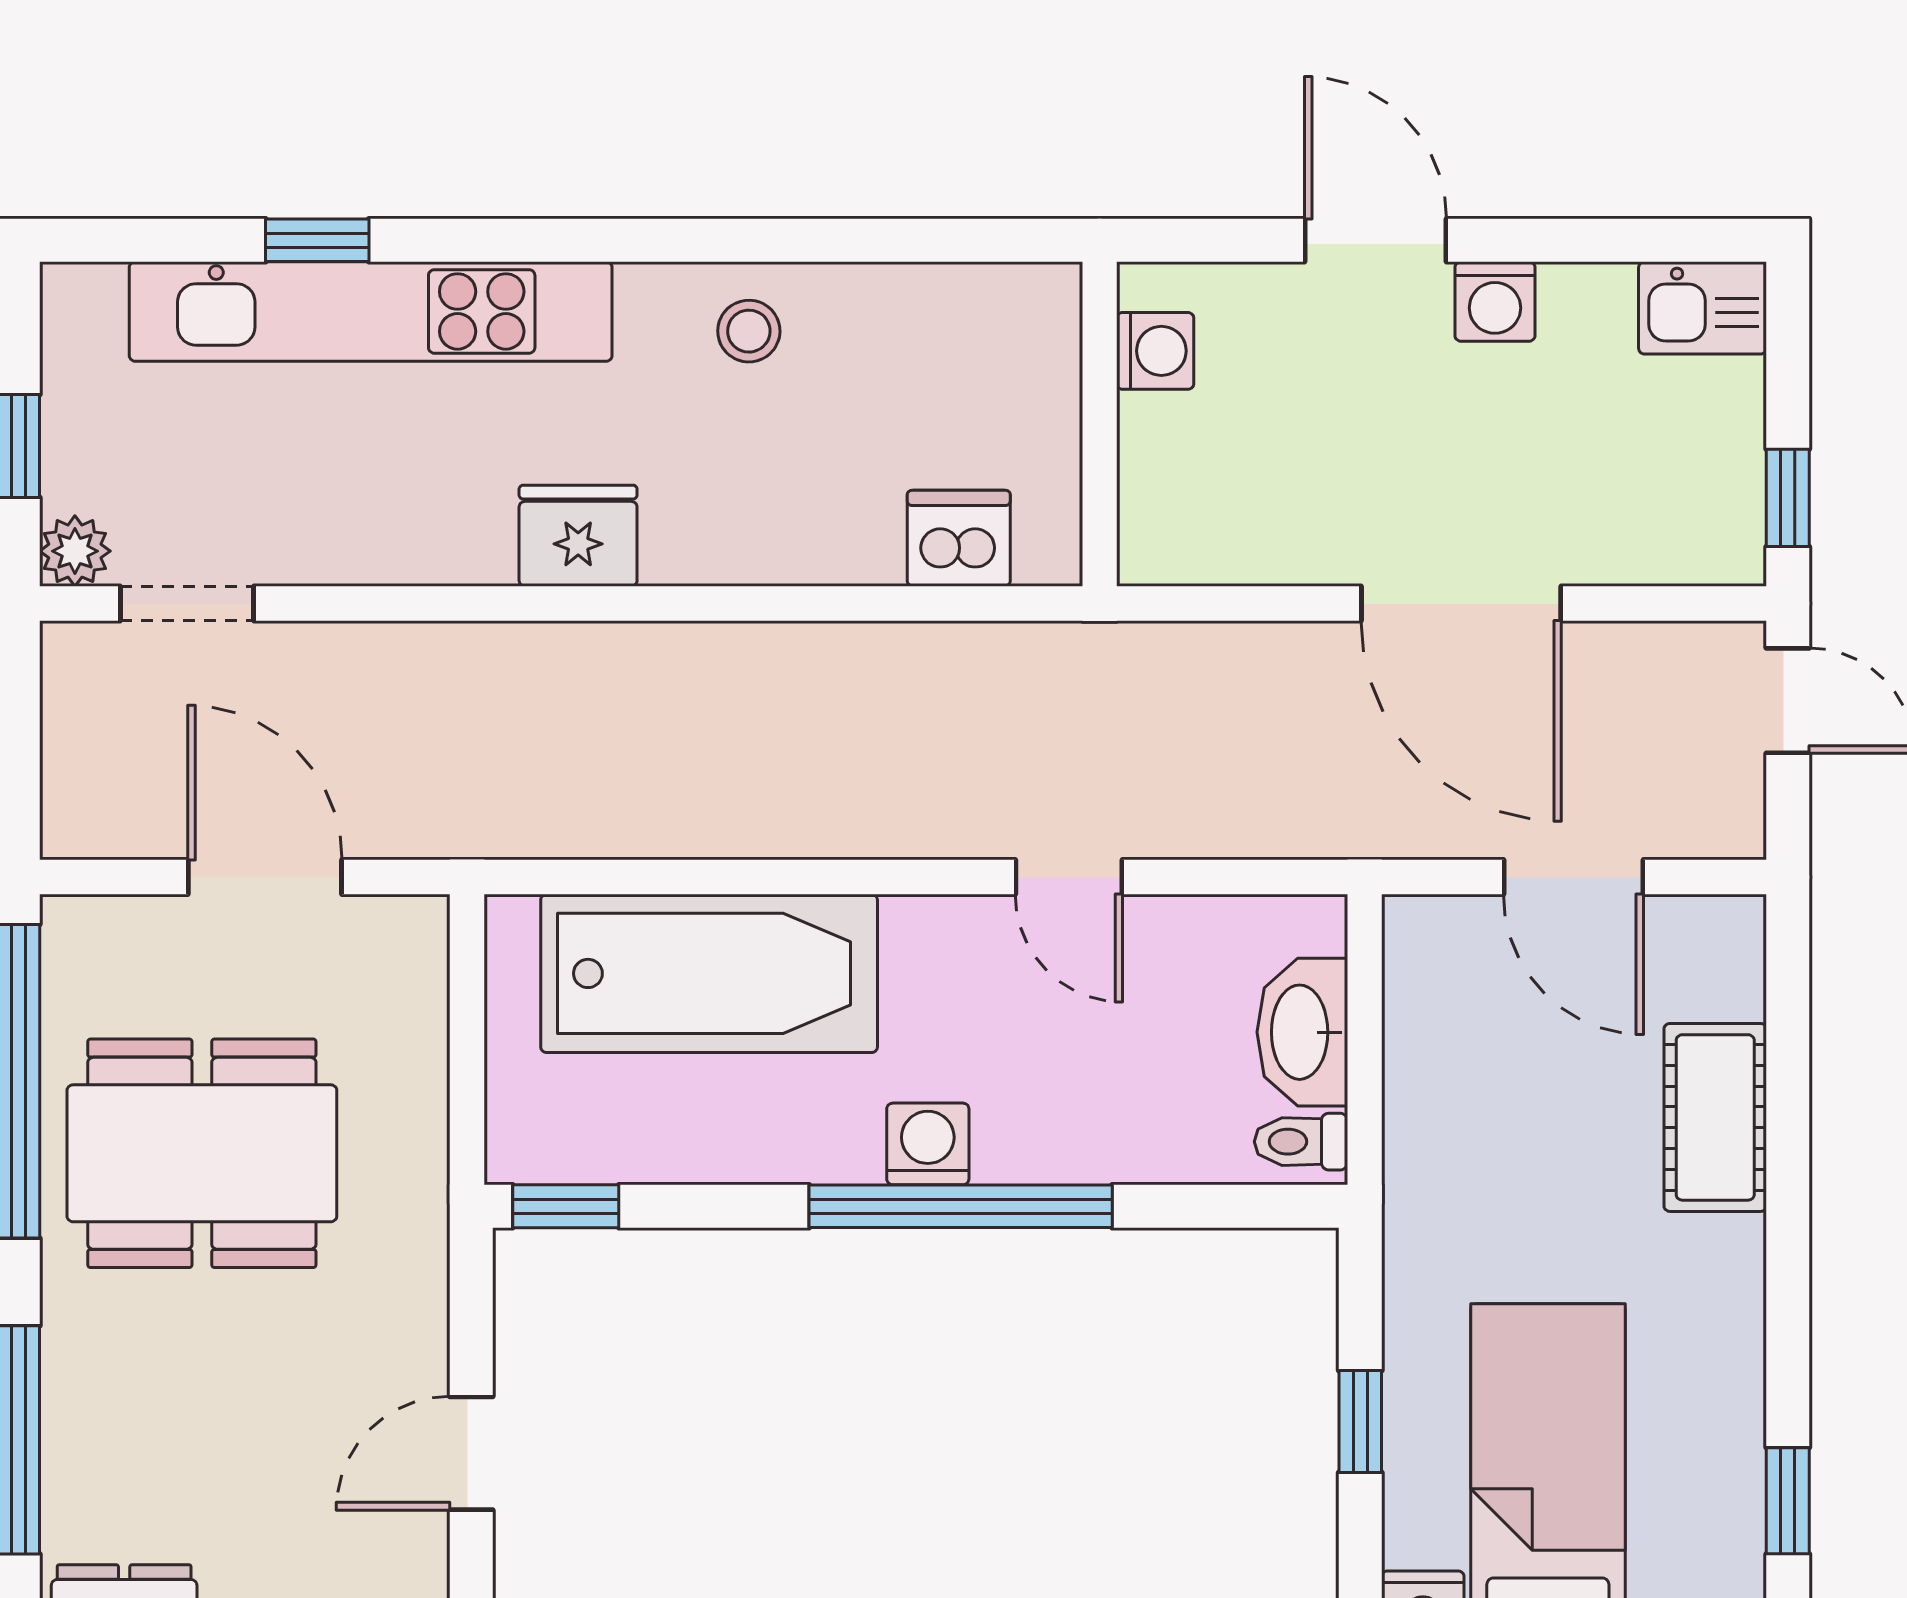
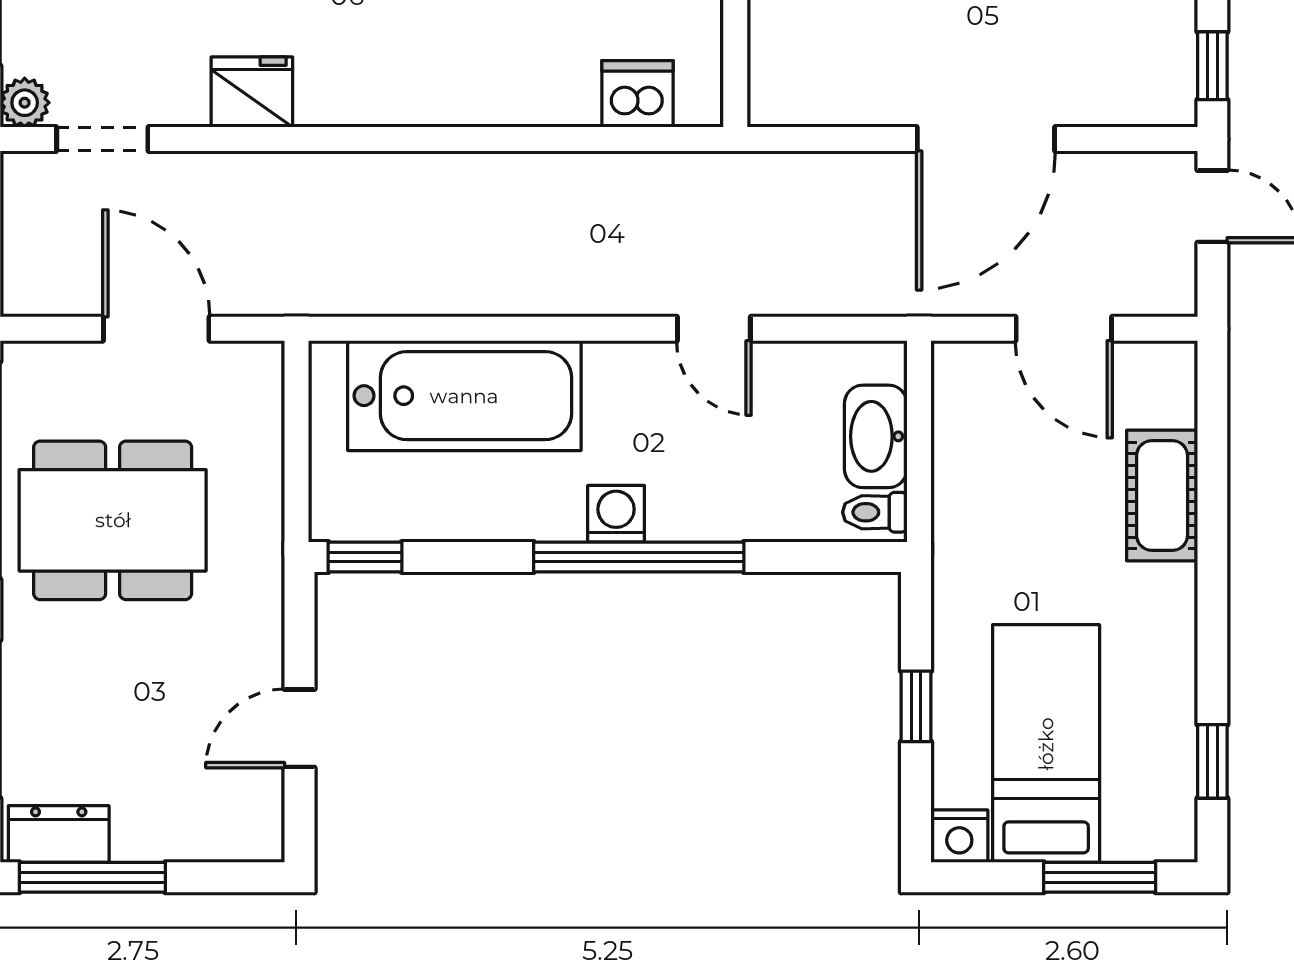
fridge: (578, 536) -> (252, 92), moved
door: (1461, 604) -> (986, 139), hinge flipped

